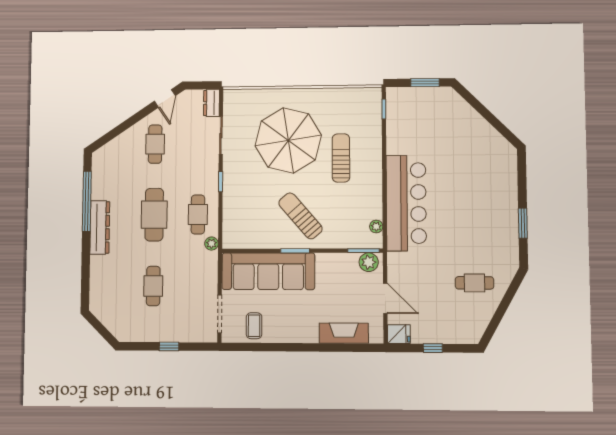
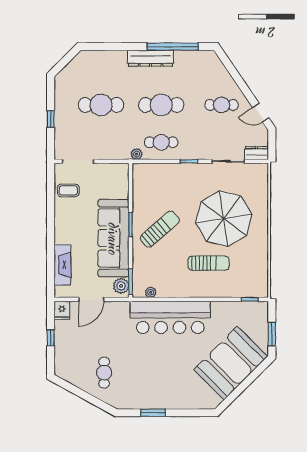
booth: (461, 131) -> (231, 363), added
sofa: (268, 271) -> (113, 238), moved
cafe table: (153, 286) -> (101, 105), width x1.37, depth x1.35

